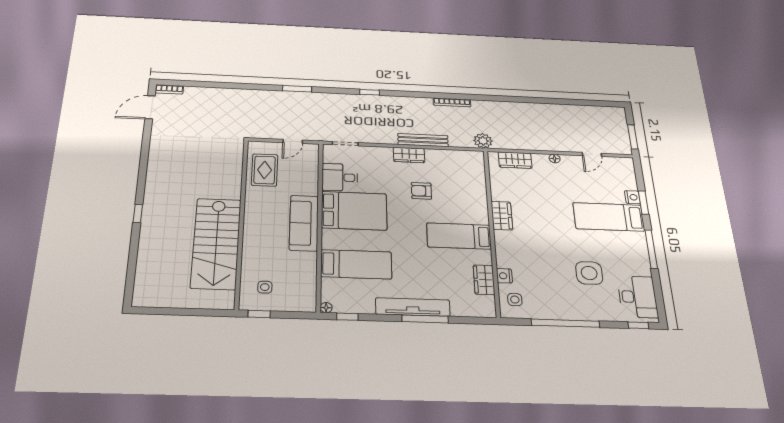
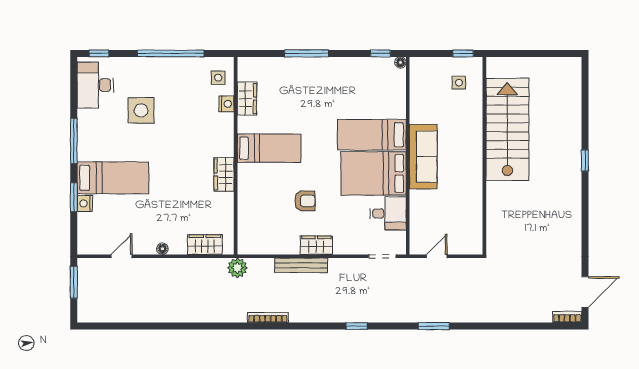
rug: (265, 170) -> (464, 219), removed
bed: (356, 264) -> (372, 135), moved
tv unit: (413, 307) -> (318, 66), removed

